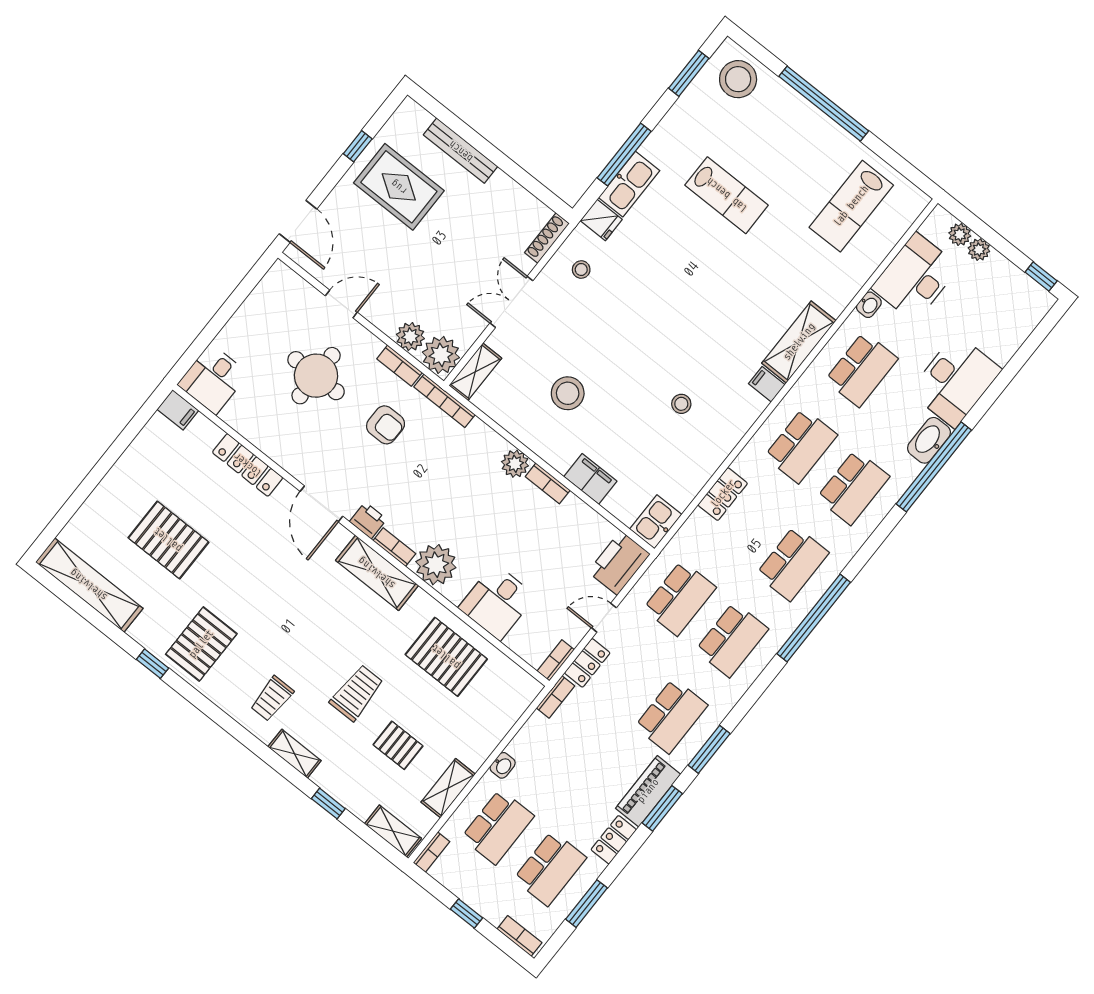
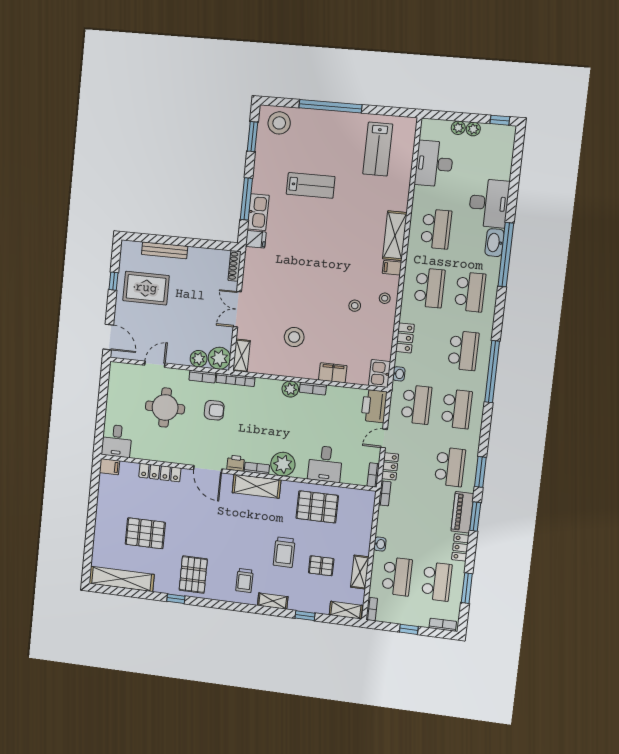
plant: (960, 234) -> (473, 129), moved
stool: (581, 269) -> (385, 298), moved
washbasin: (869, 305) -> (399, 374), moved
trolley: (357, 693) -> (284, 552), turned 180

